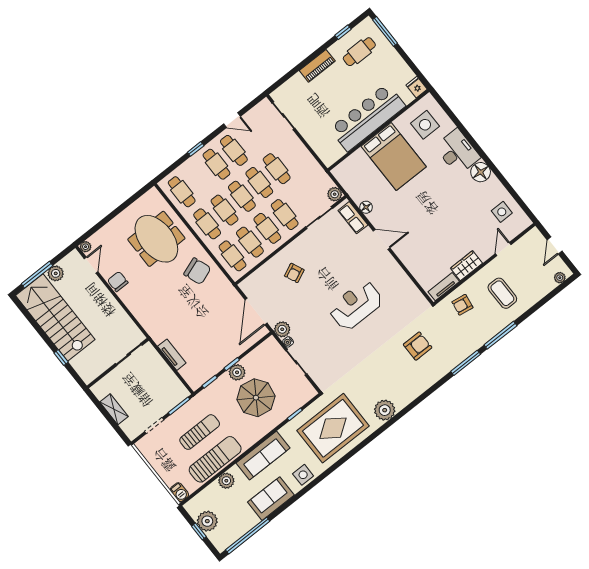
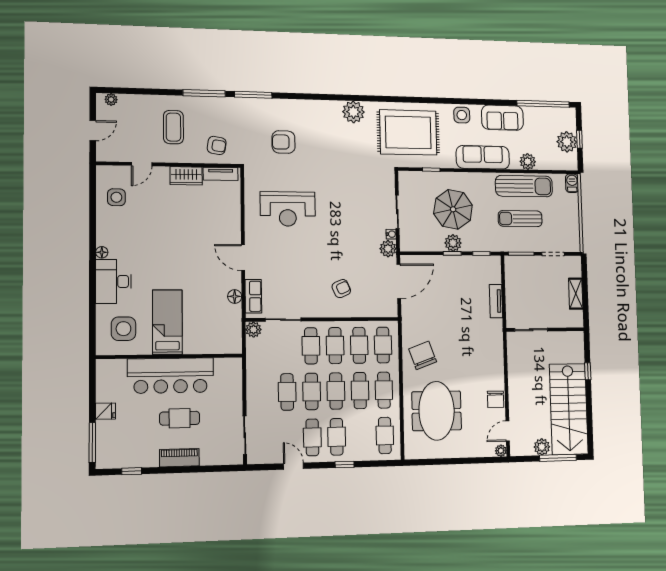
cafe table: (359, 52) -> (180, 418), moved
fridge: (417, 87) -> (105, 411), moved, turned -90
bed: (394, 157) -> (167, 322), width x0.67
floor lamp: (481, 172) -> (102, 252), width x0.53, depth x0.53
reception desk: (356, 305) -> (288, 209), moved
sun lounger: (215, 459) -> (524, 186), turned 180

